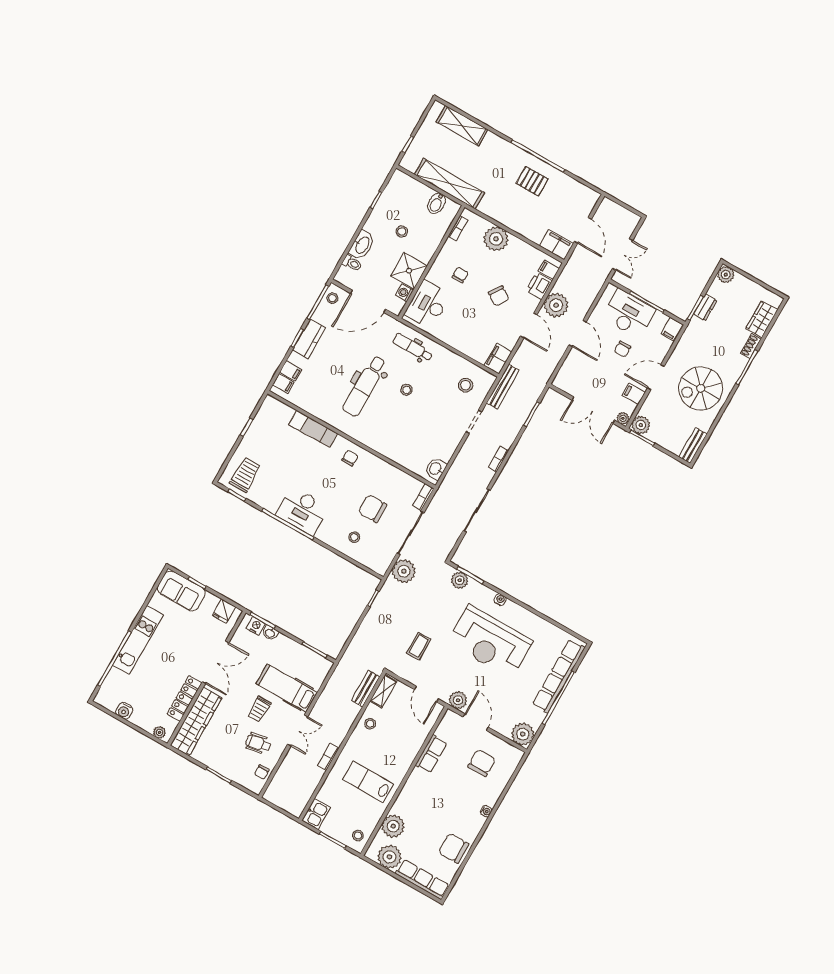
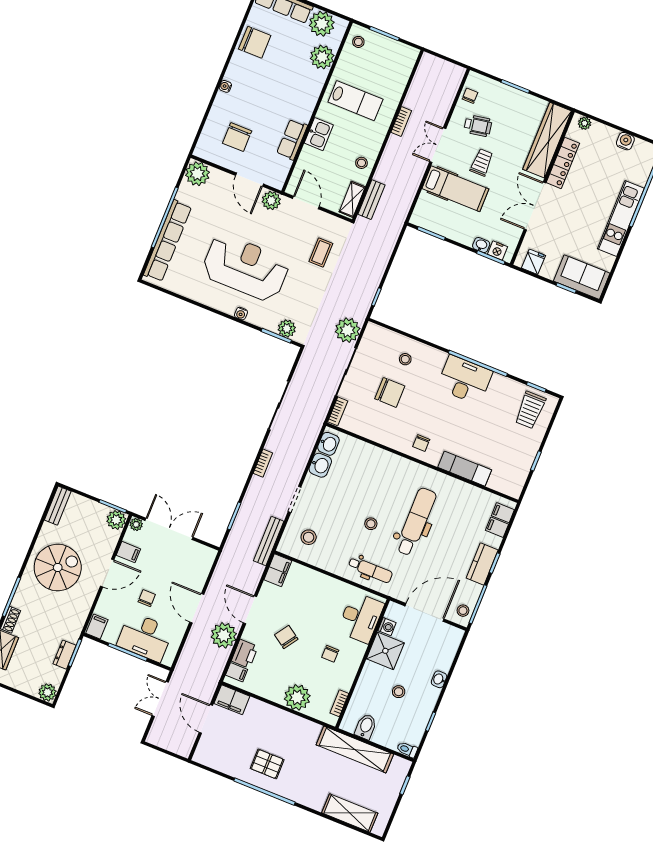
washbasin: (362, 245) -> (439, 679), width x0.52, depth x0.69
toilet: (352, 263) -> (407, 750), moved
washbasin: (446, 450) -> (320, 465), added
kitchen sink: (316, 814) -> (319, 134), moved, turned 180

